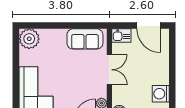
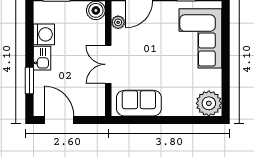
kitchen sink: (121, 36) -> (42, 58), moved, turned 90
window: (172, 57) -> (29, 81), added

